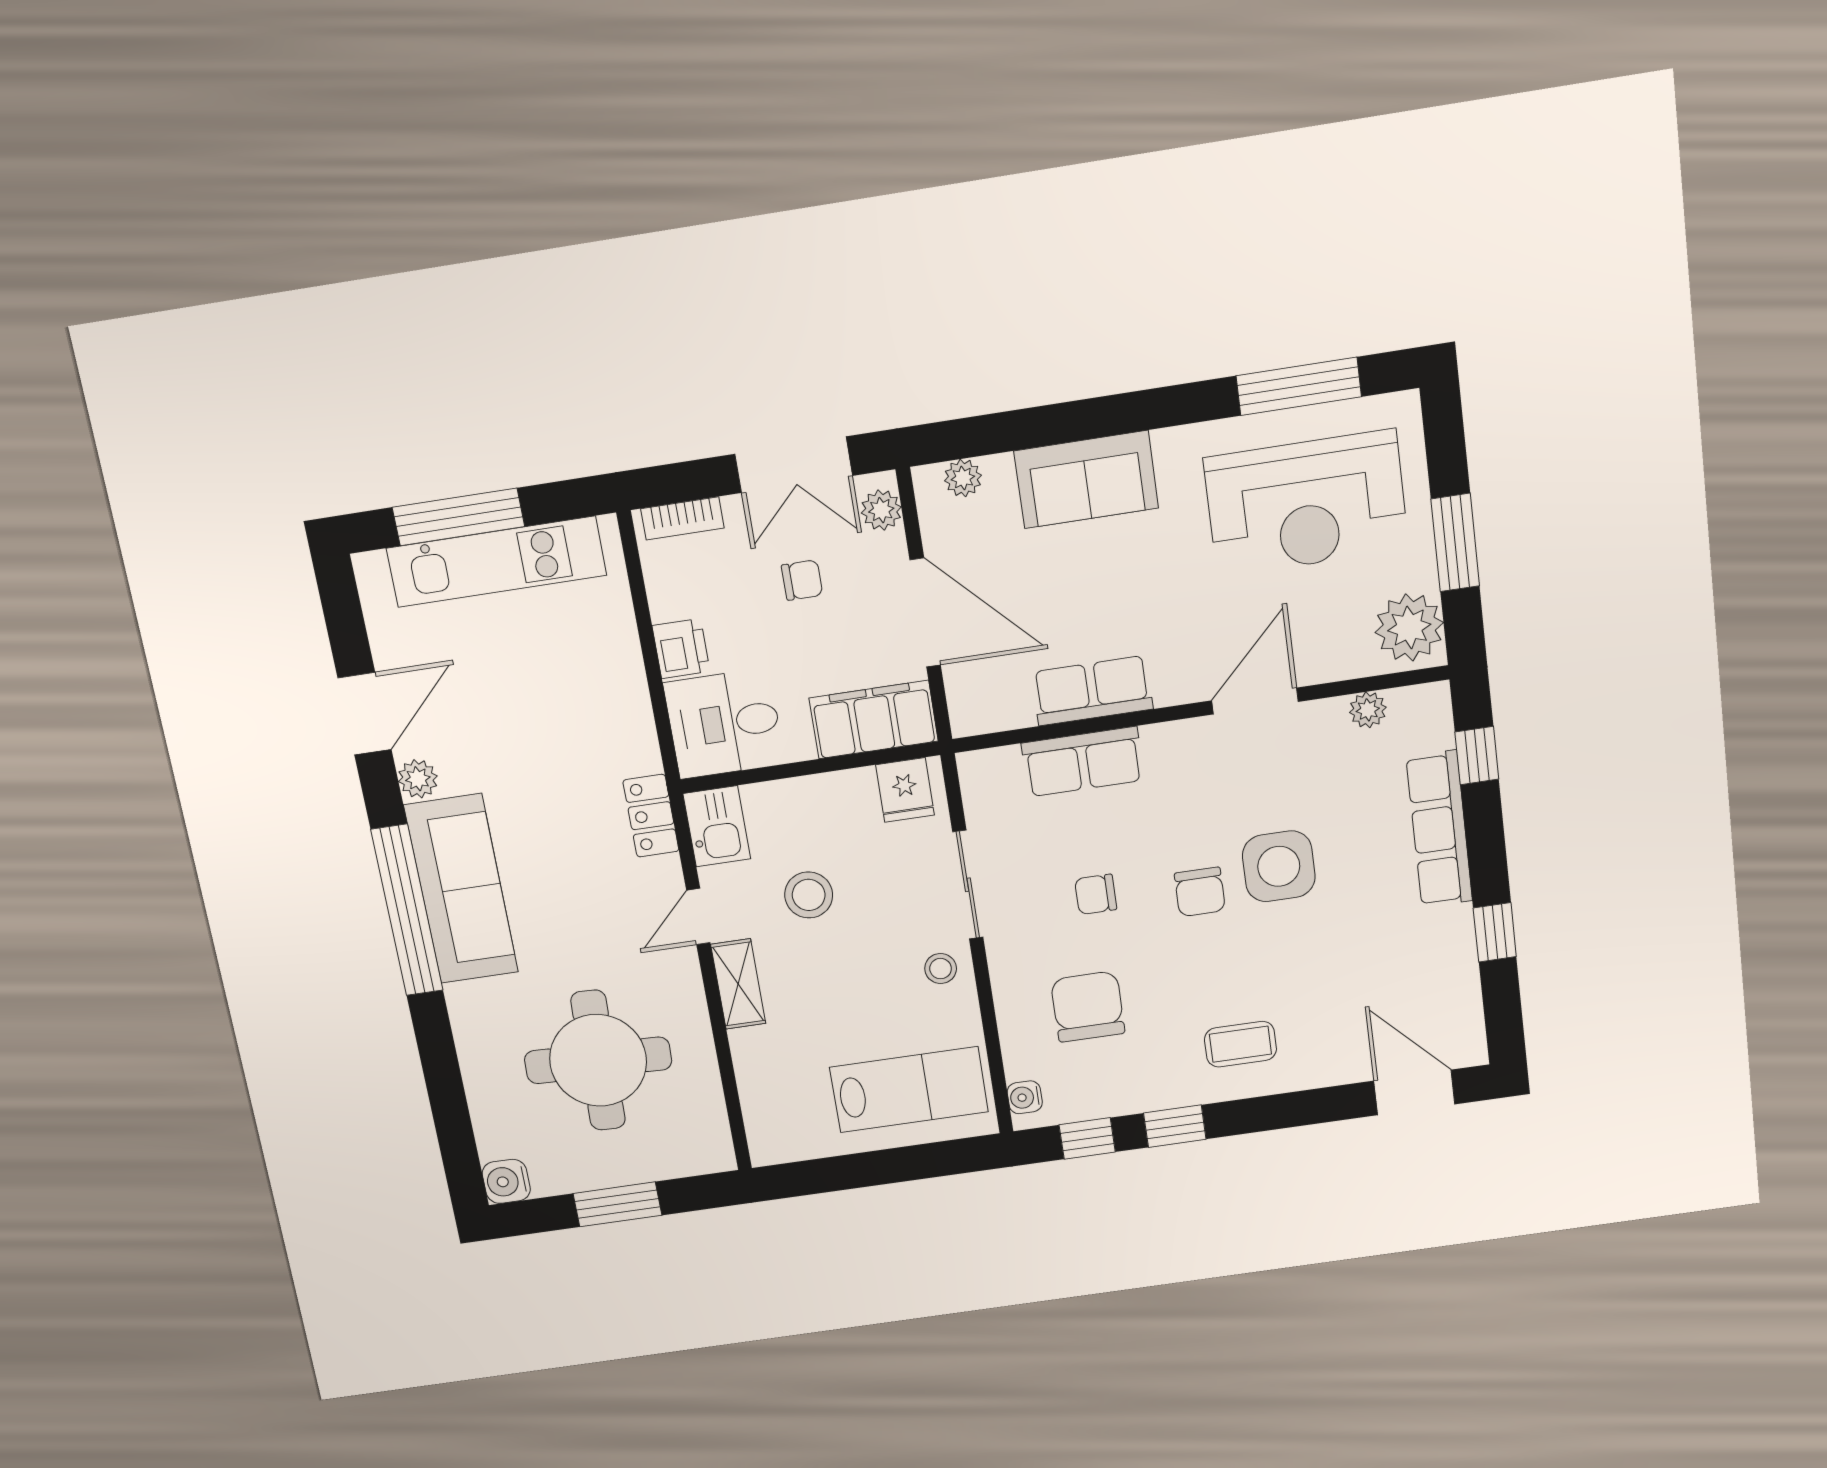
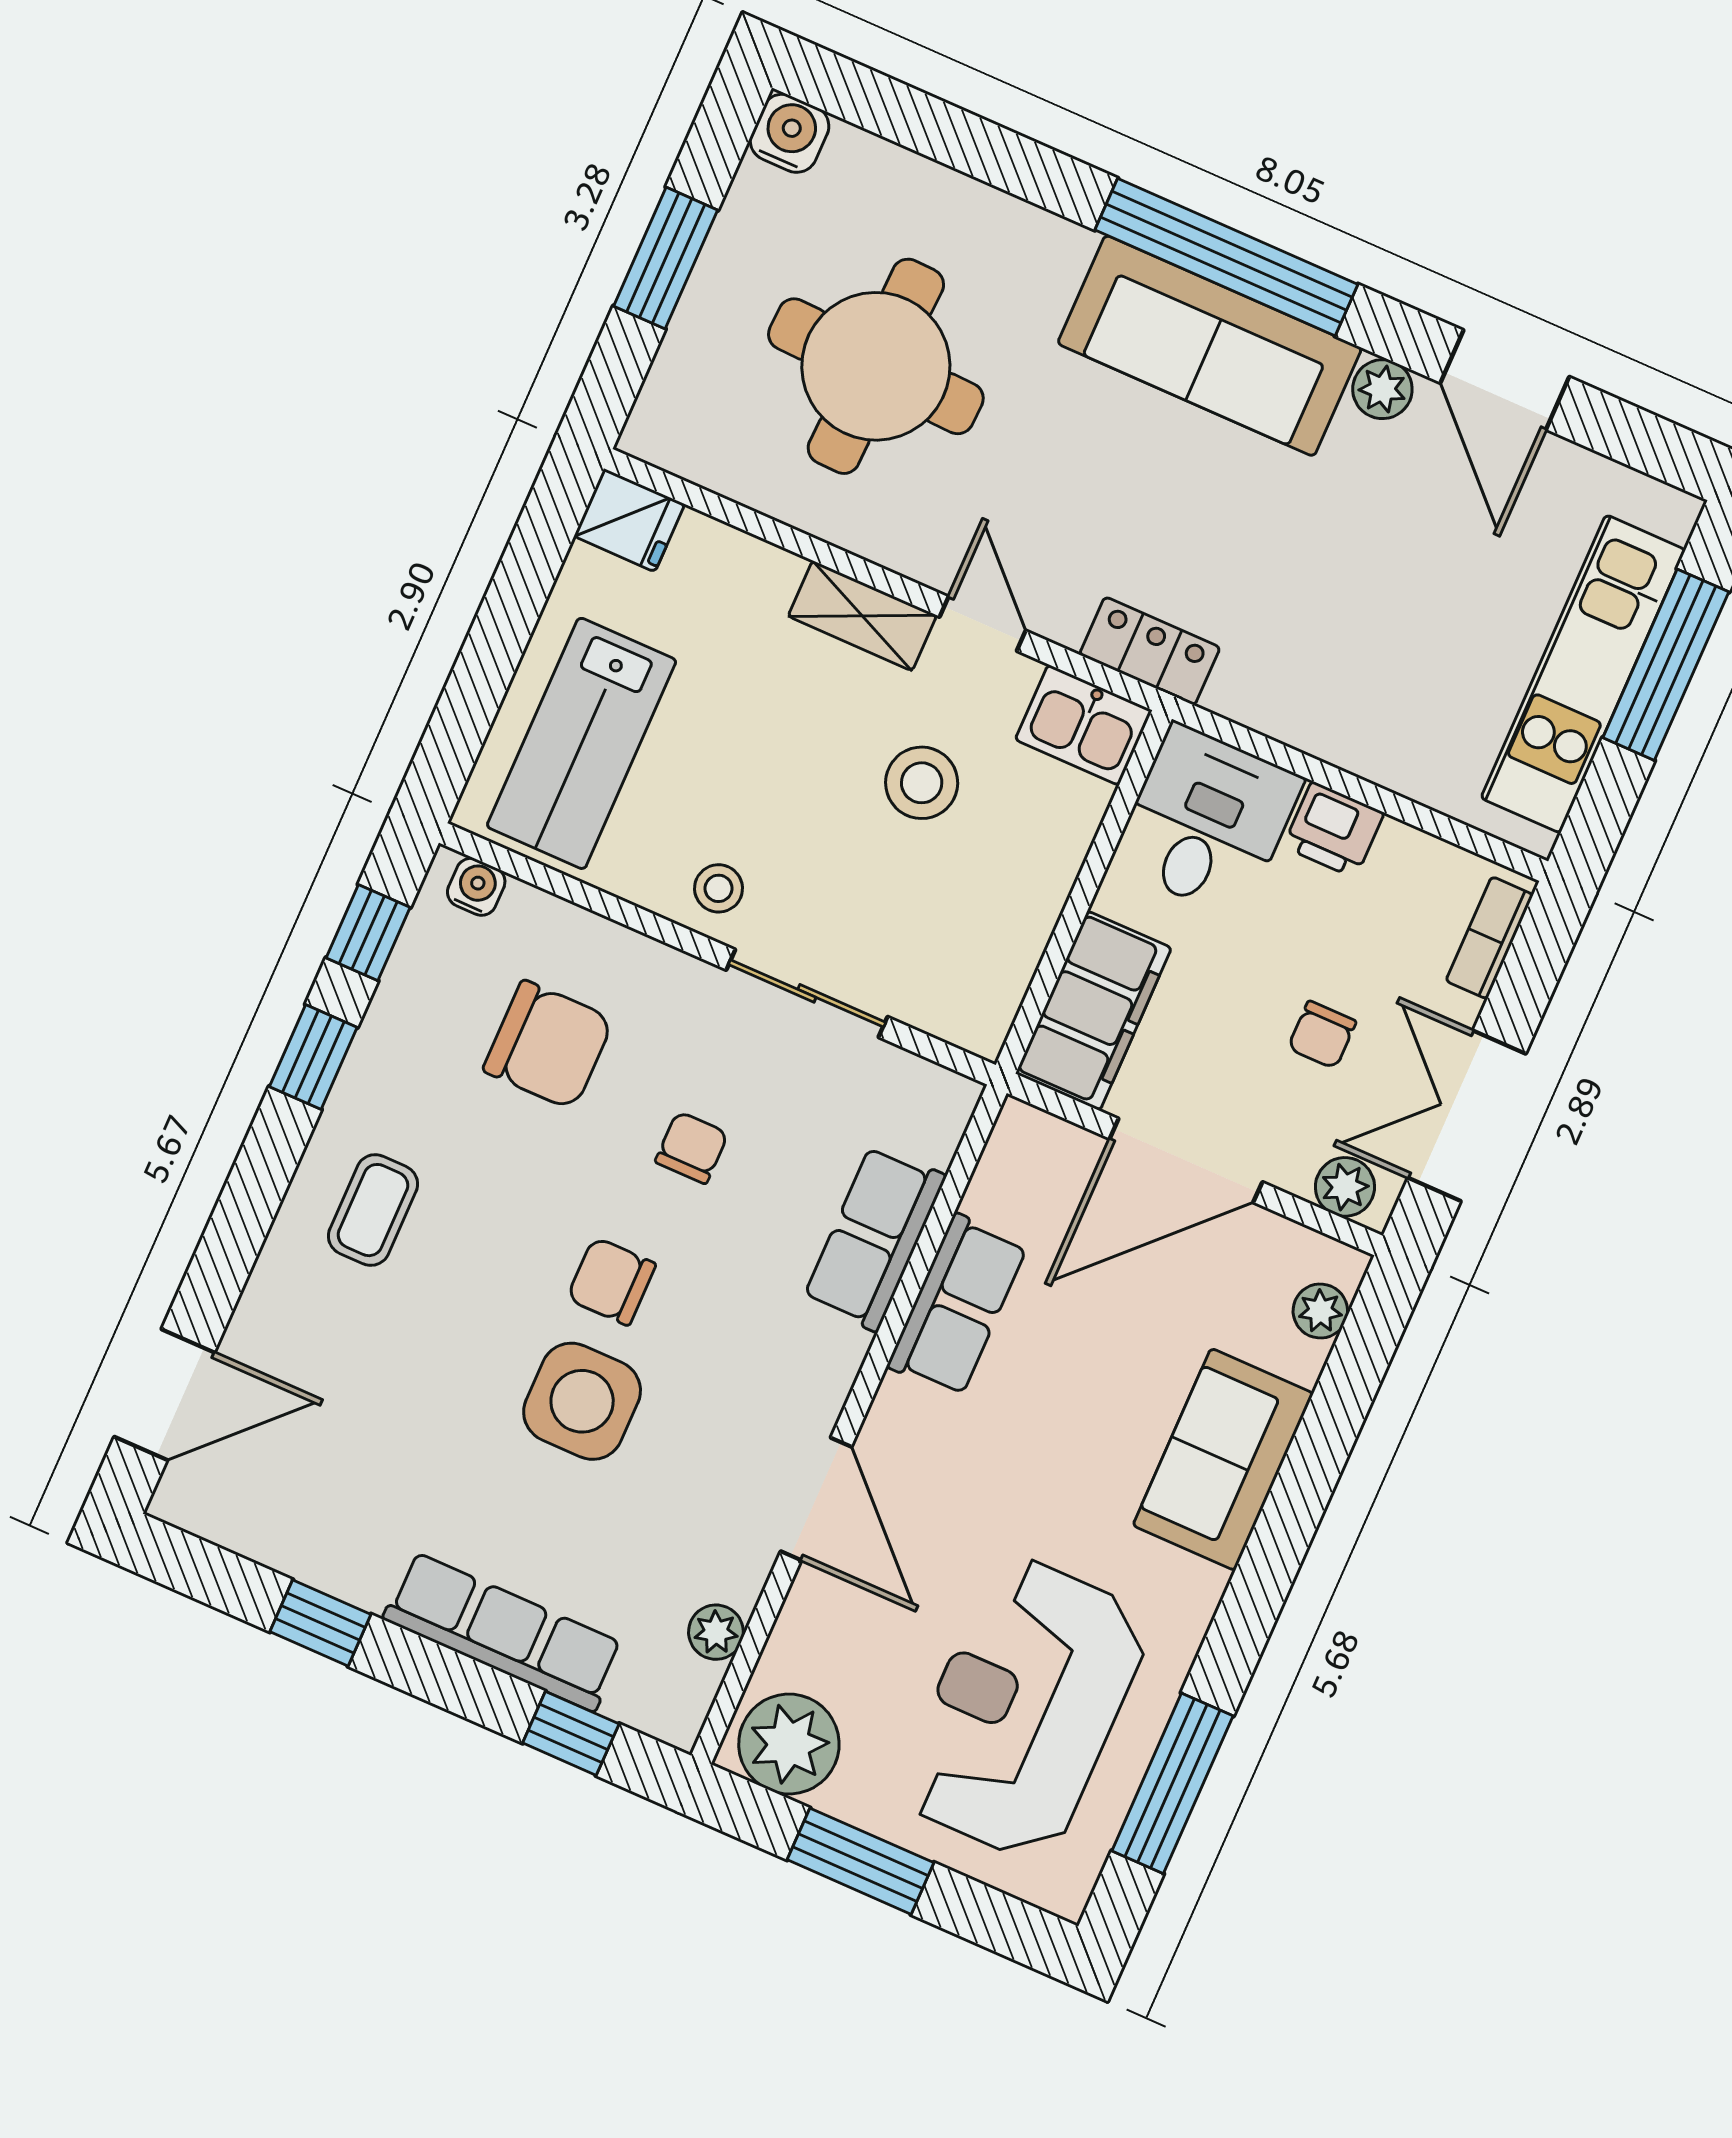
fridge: (905, 790) -> (629, 520), moved, turned 180

